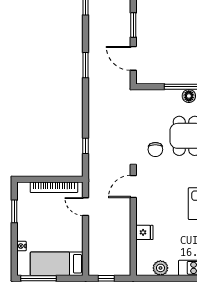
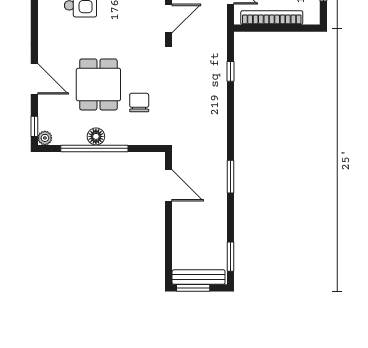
window: (133, 25) -> (169, 229), removed
chair: (155, 149) -> (139, 103), moved

